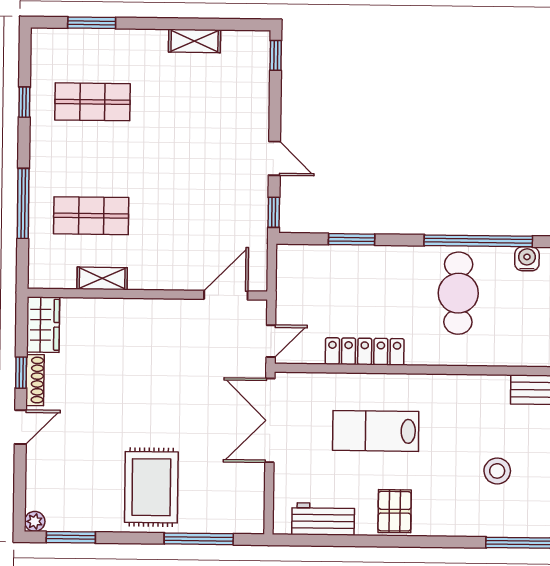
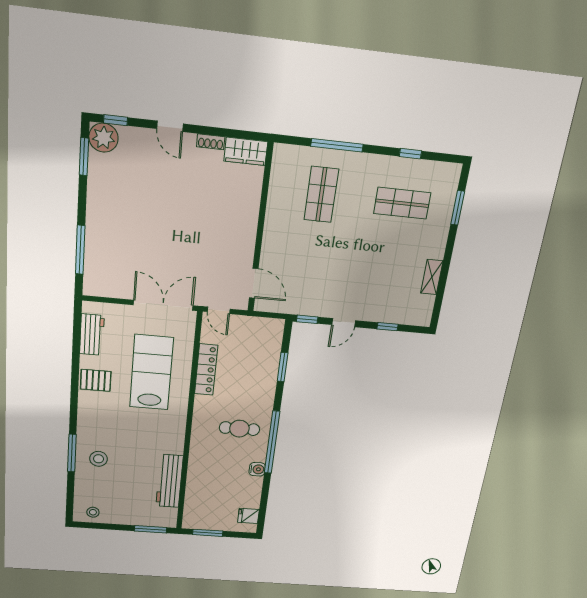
window: (276, 55) -> (387, 327), moved
shop shelf: (92, 102) -> (402, 203), turned 90
shelving: (102, 278) -> (275, 198), removed
cafe table: (458, 293) -> (239, 429), width x0.73, depth x0.74
window: (21, 373) -> (116, 120), moved
shoe rack: (35, 380) -> (211, 142), width x0.70
lab bench: (376, 431) -> (151, 372), width x1.36, depth x1.39
stool: (497, 471) -> (99, 459), moved
rug: (151, 487) -> (119, 220), removed
plant: (35, 521) -> (103, 138), width x1.88, depth x1.88

